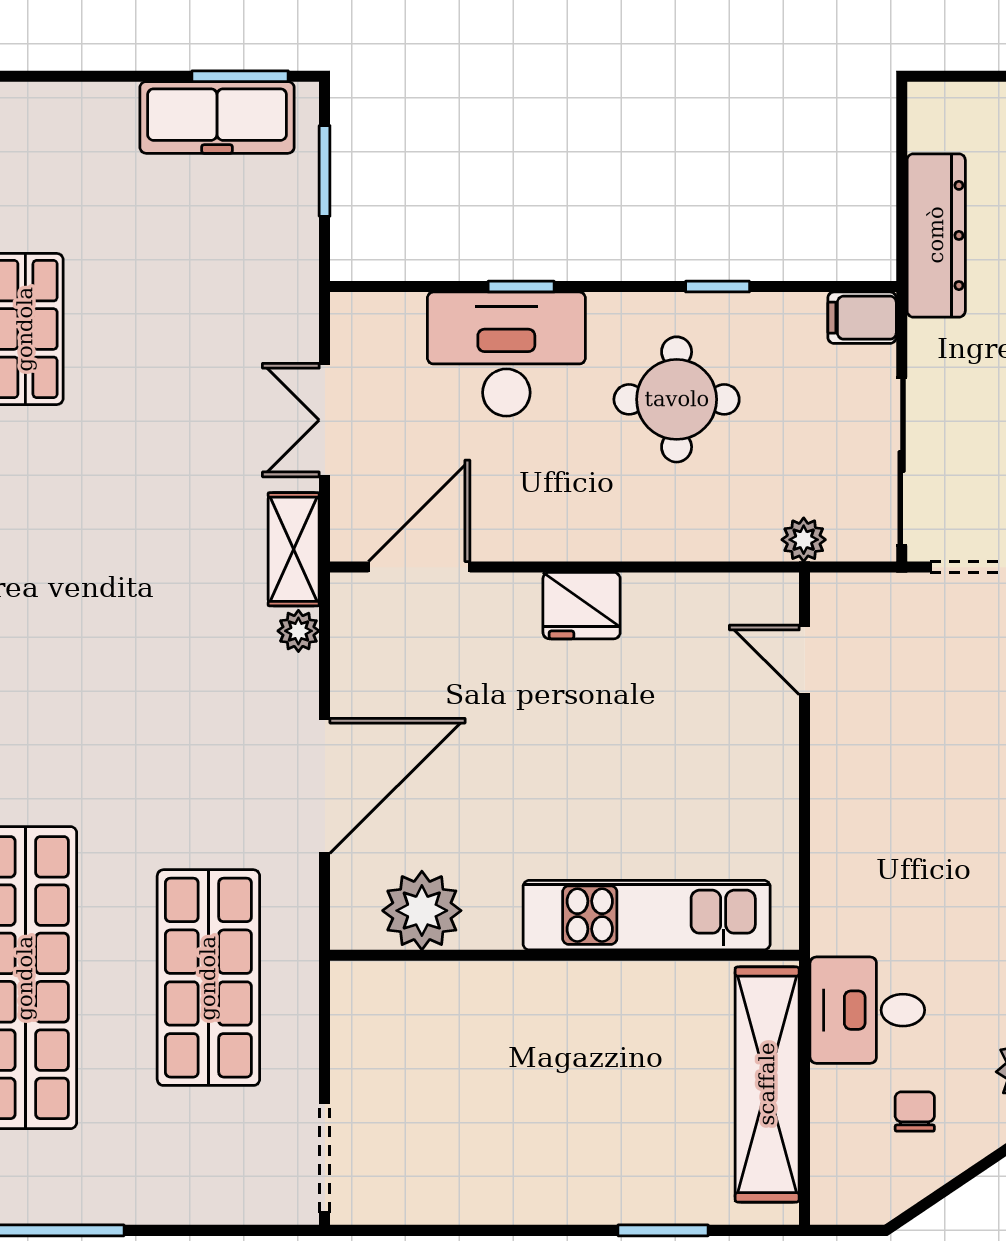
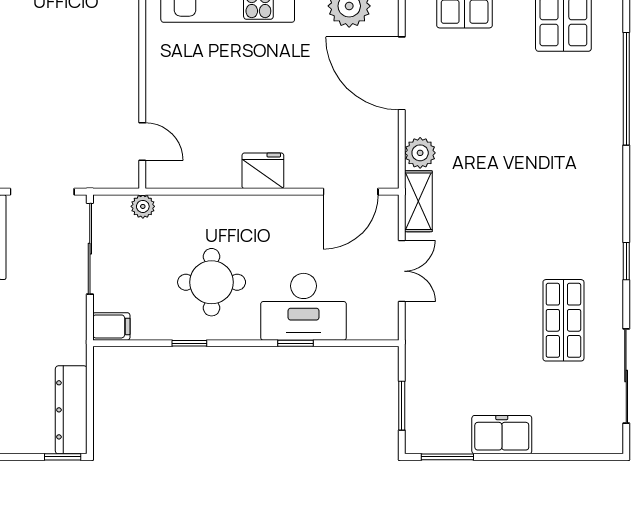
window: (952, 76) -> (63, 457), added
freezer: (217, 117) -> (502, 435), moved, width x0.71
dresser: (936, 235) -> (71, 410), moved
plant: (298, 631) -> (420, 153), width x1.38, depth x1.38
door: (325, 786) -> (402, 73), hinge flipped

